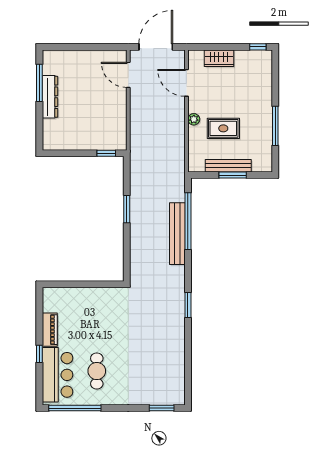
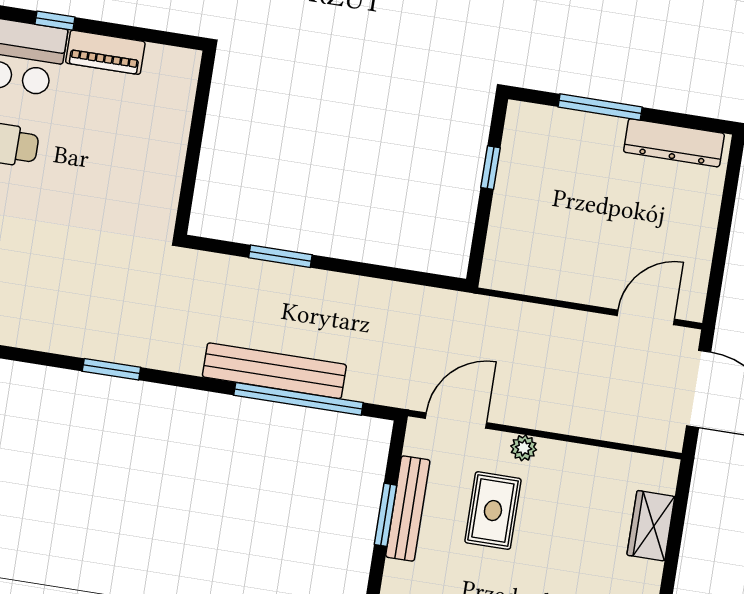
window: (39, 83) -> (600, 107), moved
door: (186, 83) -> (456, 420), moved
dresser: (50, 97) -> (674, 143), moved
window: (106, 153) -> (491, 168), moved
window: (127, 209) -> (280, 256), moved

